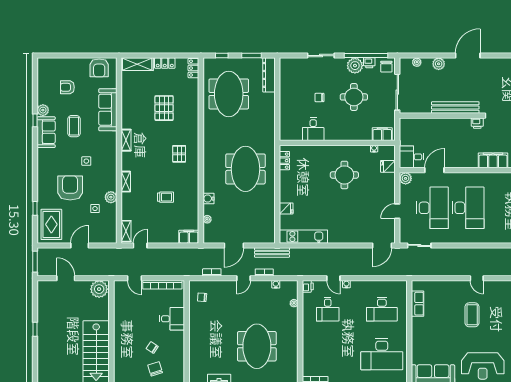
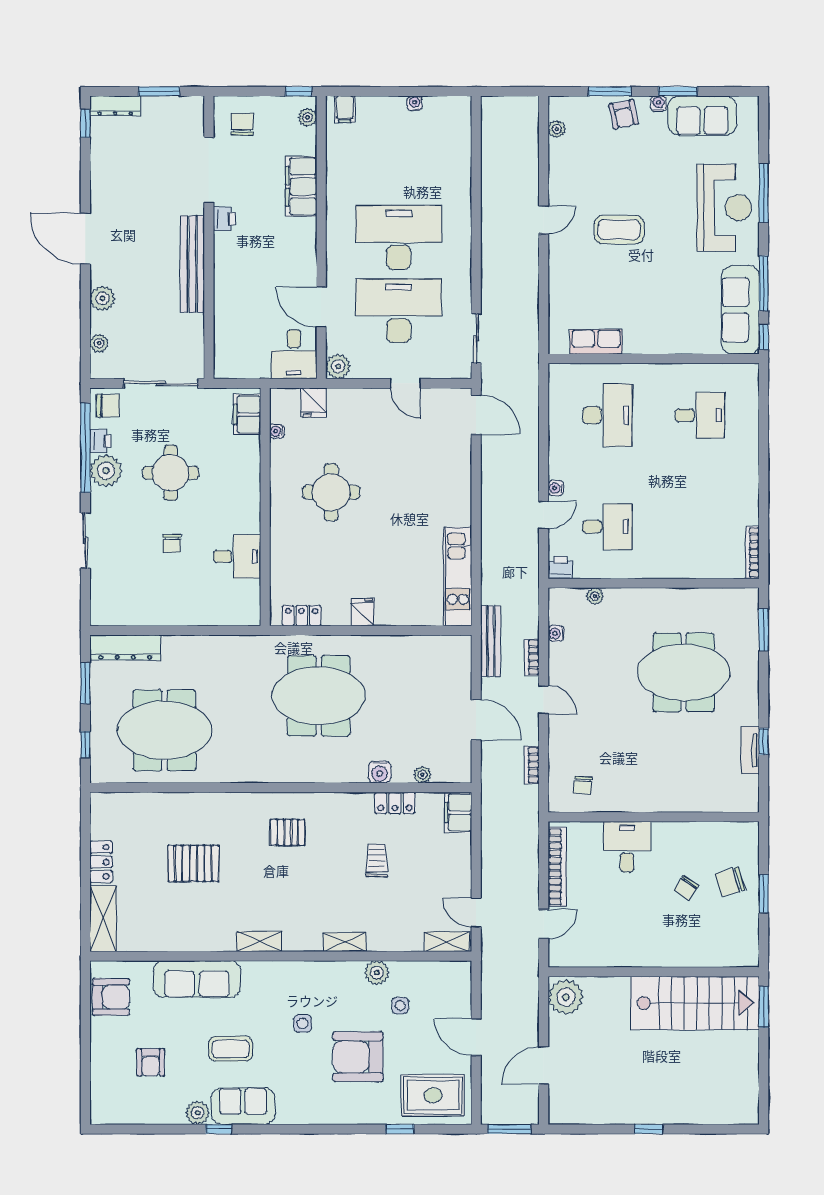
locker: (193, 68) -> (395, 803), moved
fridge: (286, 208) -> (362, 612), moved
desk: (382, 354) -> (700, 415), width x0.53, depth x0.77

